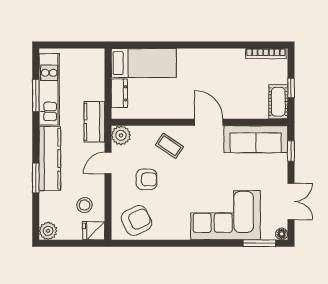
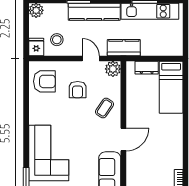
armchair: (136, 220) -> (44, 81), turned -65

